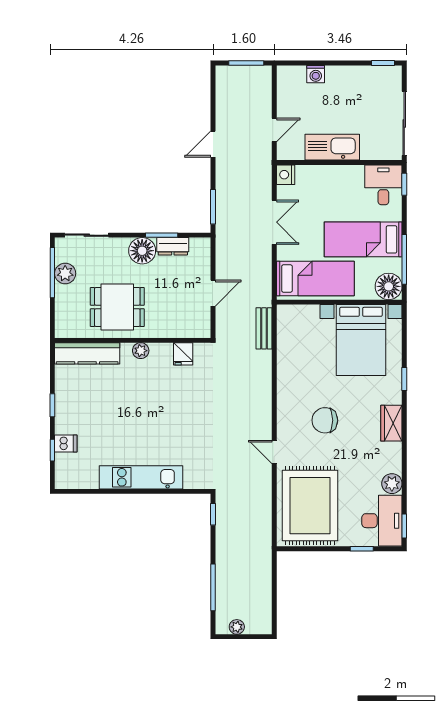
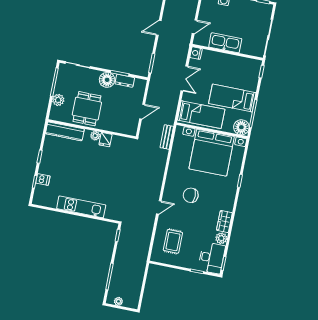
desk: (383, 185) -> (250, 70), removed
plant: (65, 273) -> (58, 100), moved
dining table: (117, 307) -> (87, 109), turned 90
bed with nightstands: (361, 340) -> (212, 153), width x1.36
fridge: (183, 354) -> (105, 140), moved
wardrobe: (391, 423) -> (224, 222), moved
door: (274, 452) -> (159, 207), swing flipped
rug: (310, 506) -> (173, 241), width x0.54, depth x0.49

